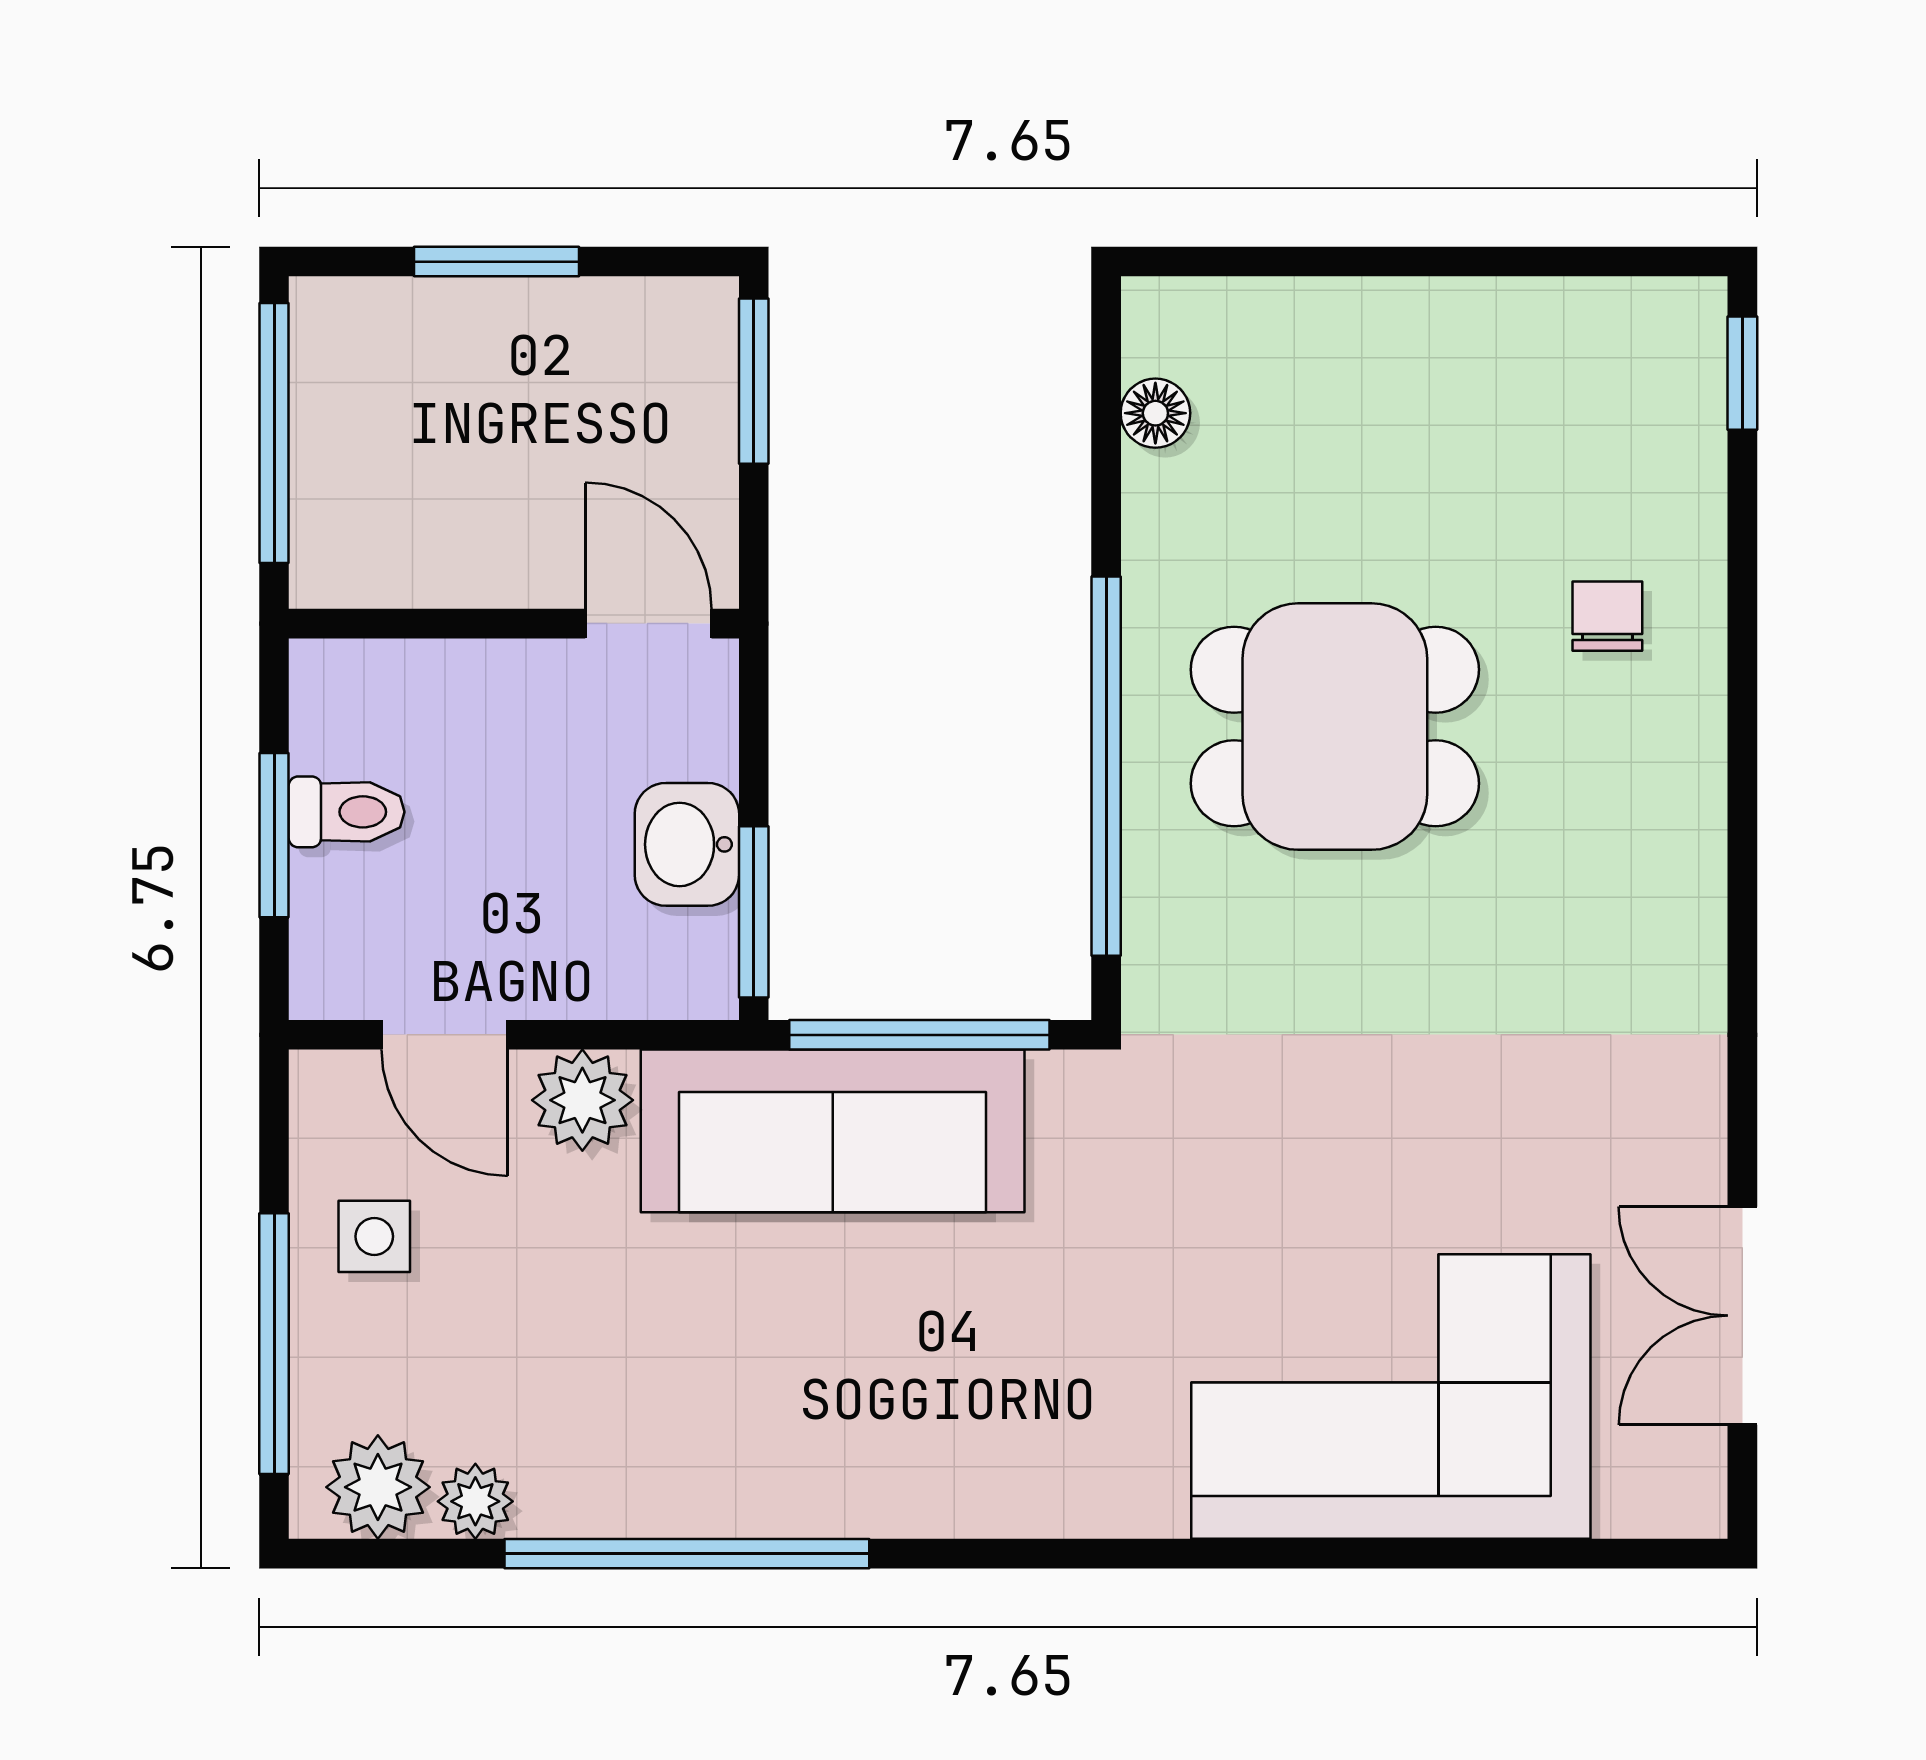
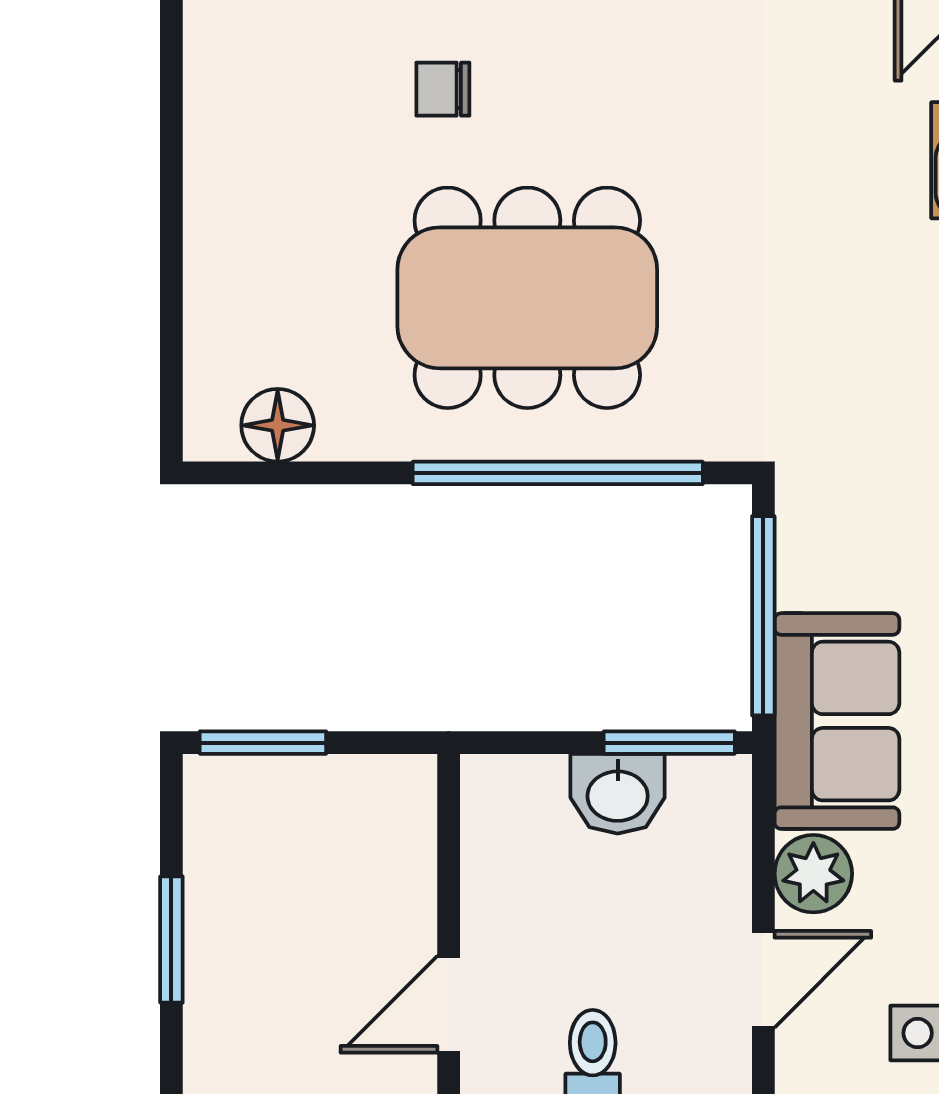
floor lamp: (1155, 413) -> (278, 425), width x1.37, depth x1.37
door: (648, 624) -> (449, 1004), moved
dining table: (1335, 727) -> (527, 298), width x1.38
sofa: (833, 1131) -> (837, 721), width x0.73

